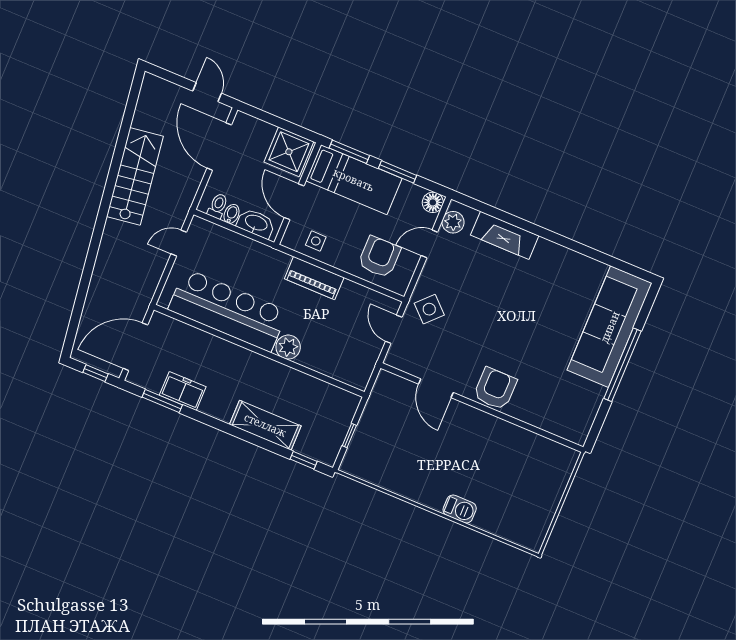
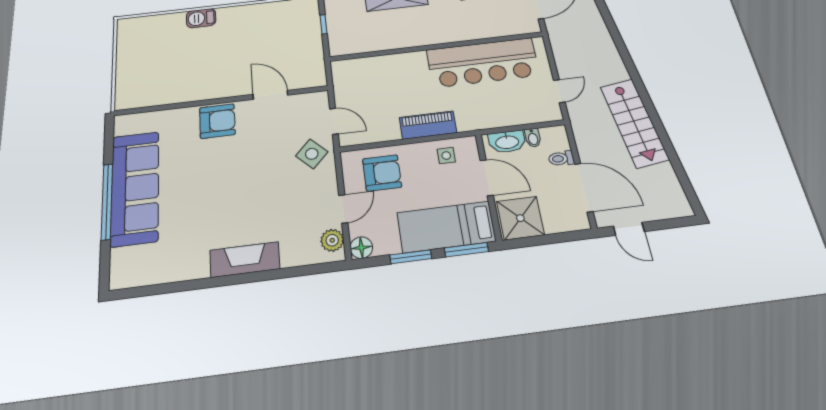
toilet: (218, 206) -> (561, 158), moved, turned 90
fireplace: (505, 235) -> (245, 260), moved
armchair: (379, 257) -> (382, 173), turned -90
sofa: (610, 327) -> (135, 188), moved
plant: (288, 347) -> (415, 61), removed
armchair: (495, 389) -> (217, 121), turned -90

